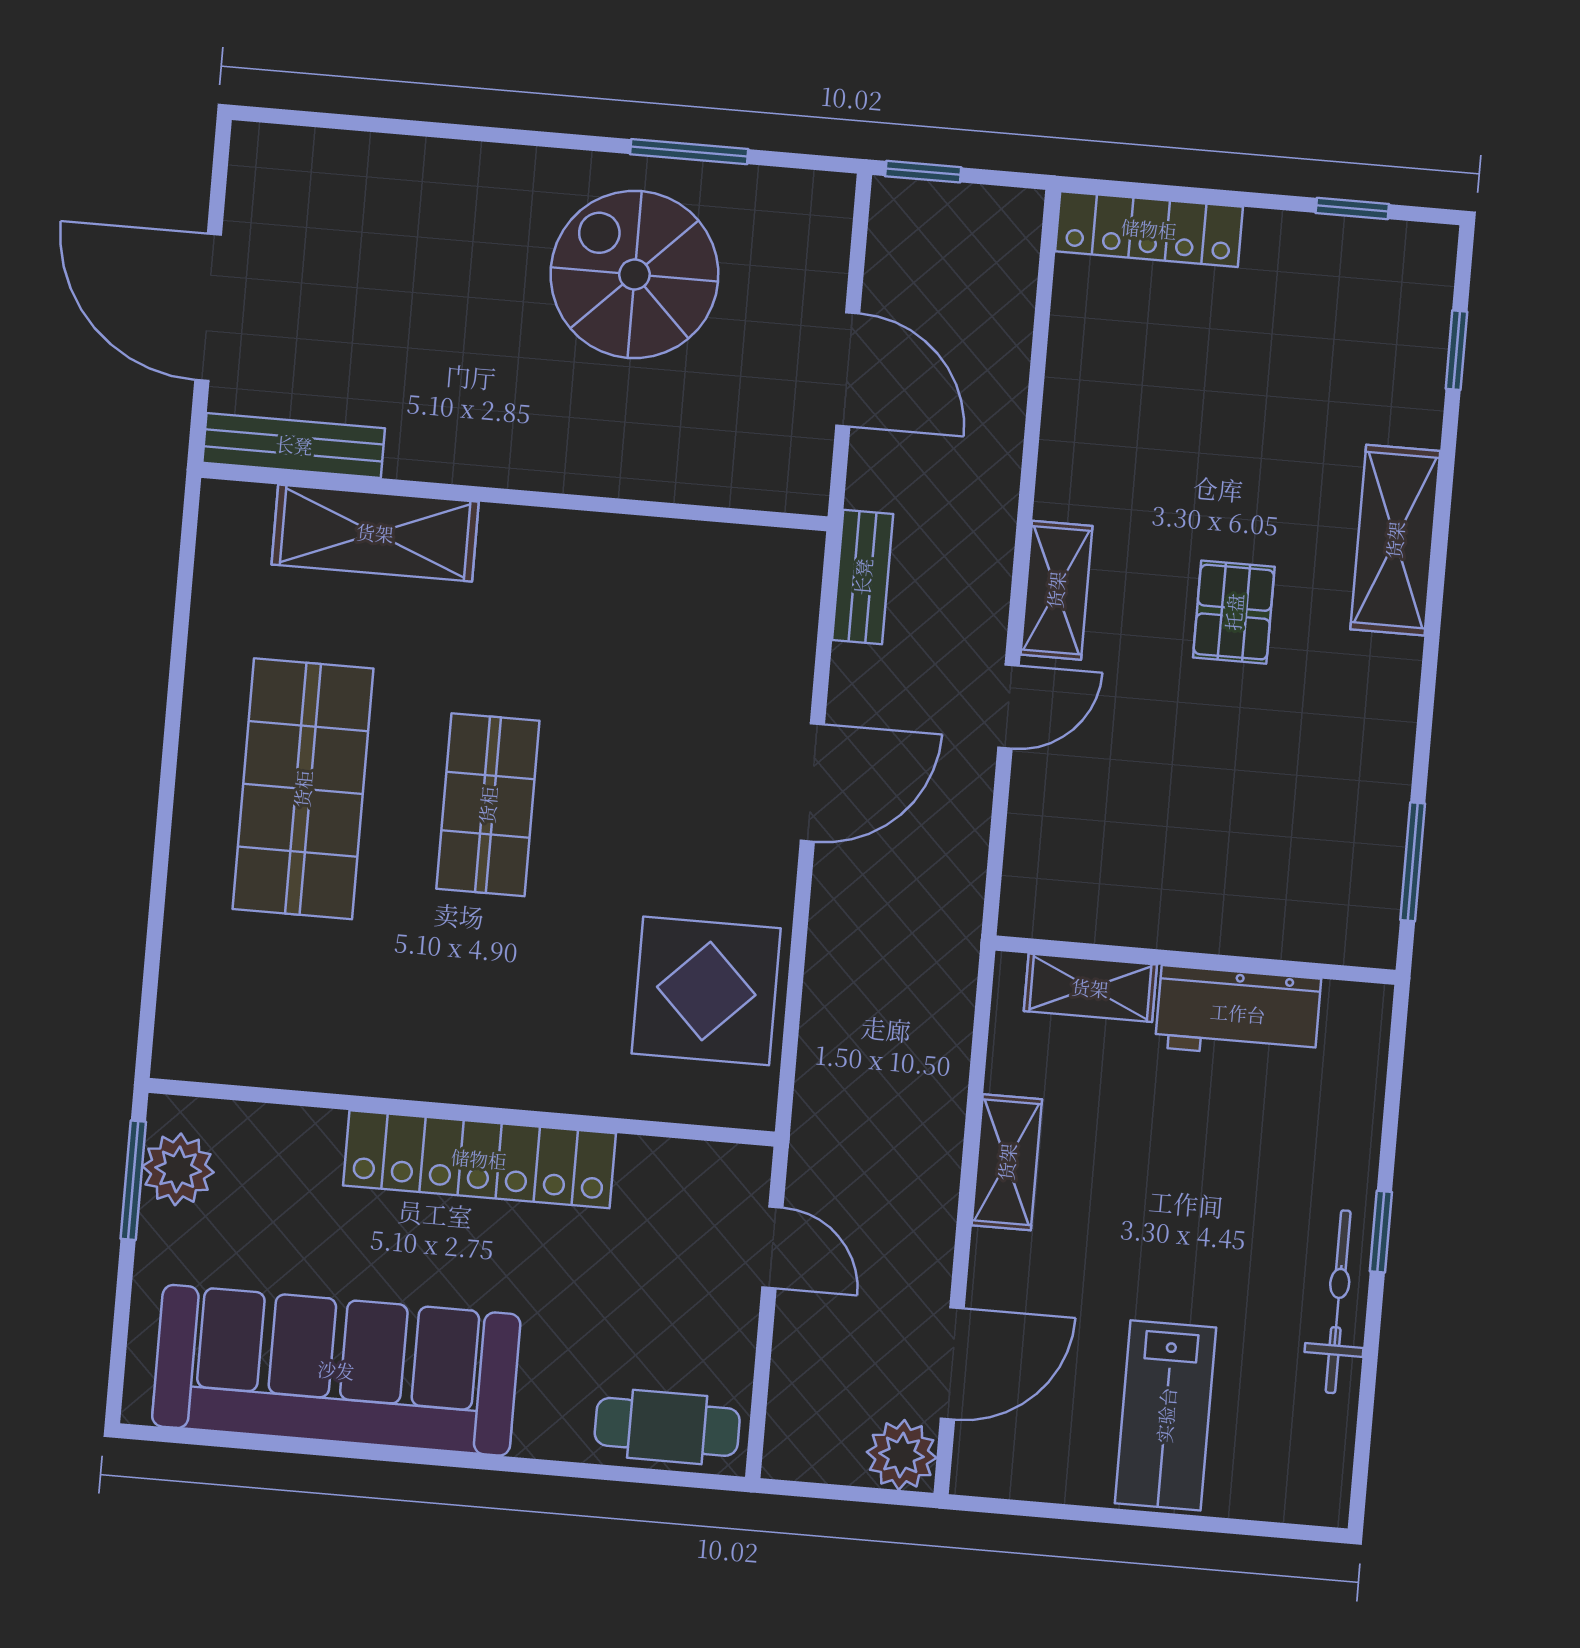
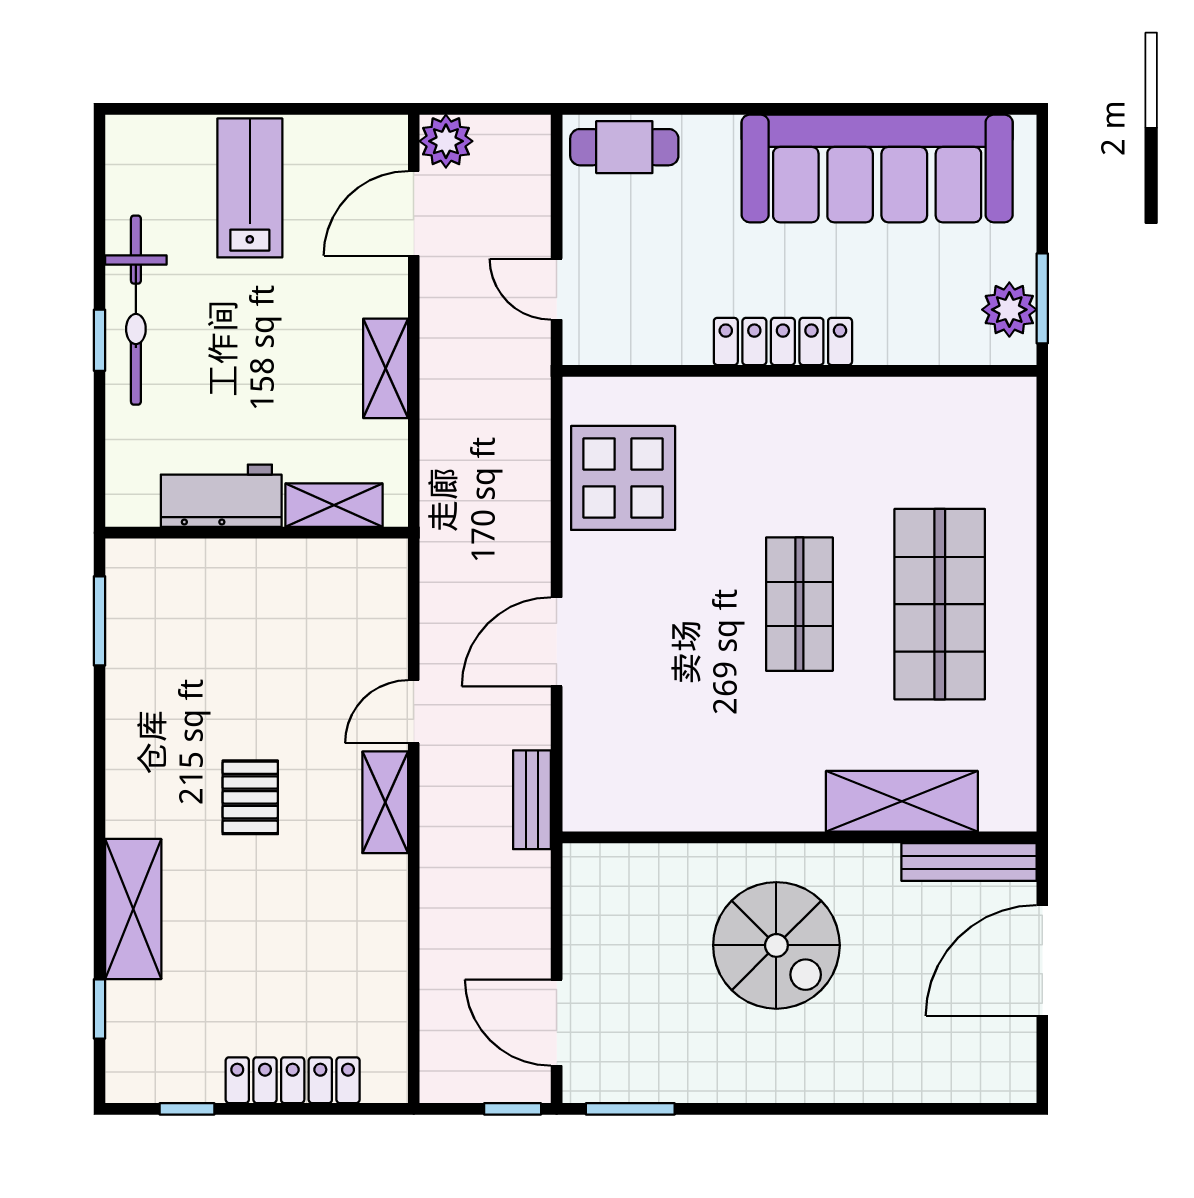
window: (689, 152) -> (630, 1109), moved
locker: (1149, 229) -> (293, 1080), moved
spiral stairs: (634, 275) -> (776, 945), moved
door: (208, 307) -> (1042, 961), swing flipped
door: (848, 369) -> (557, 1023), moved
shelving: (1395, 540) -> (133, 909), moved
locker: (479, 1159) -> (783, 341), width x0.71, depth x0.83
bicycle: (1338, 1302) -> (136, 310), width x1.37, depth x1.40

